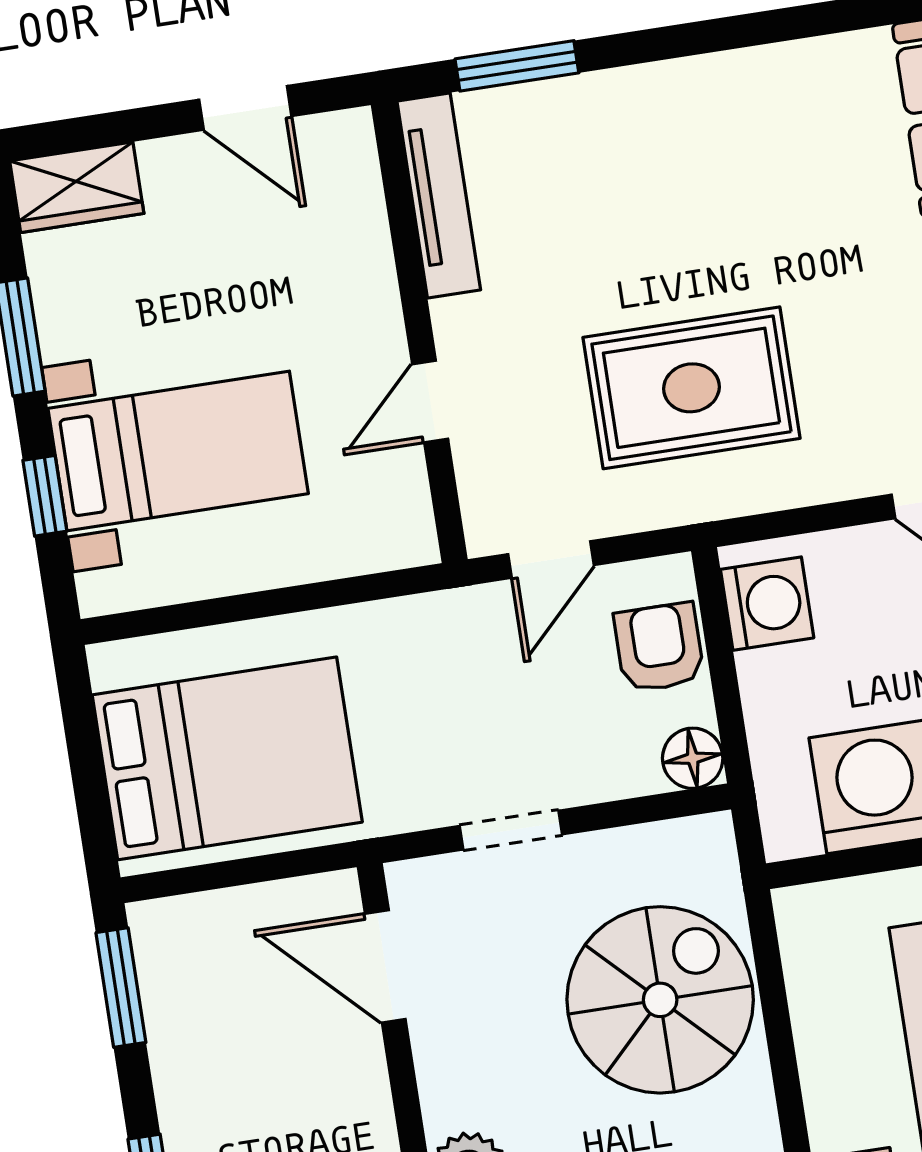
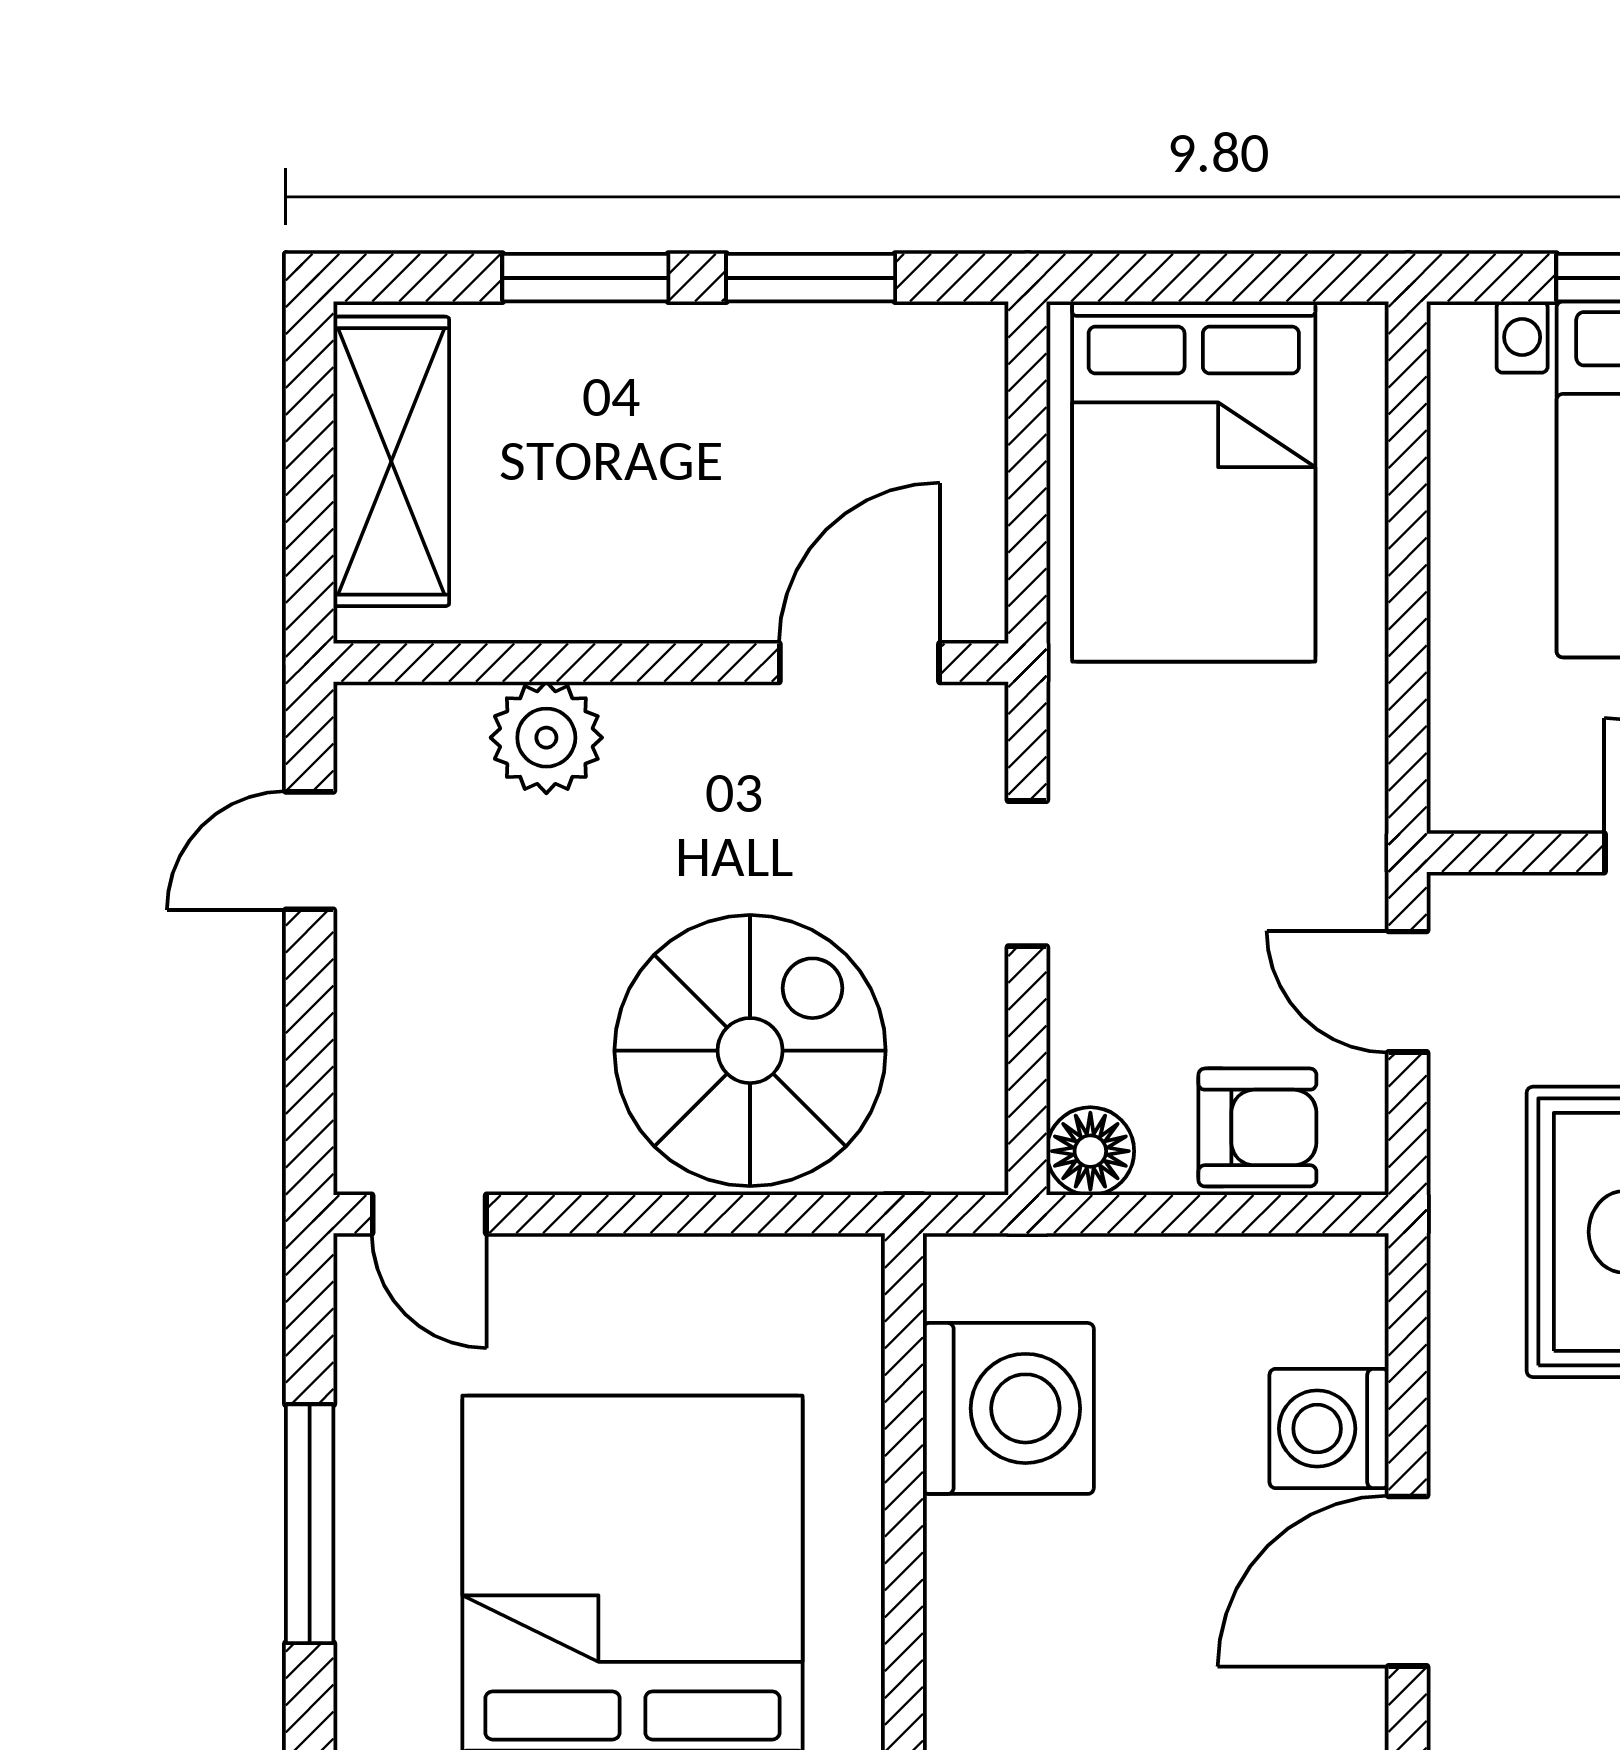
washing machine: (767, 604) -> (1329, 1429), moved, turned 90
window: (121, 988) -> (811, 278), moved
spiral stairs: (660, 1000) -> (750, 1051), turned -90

